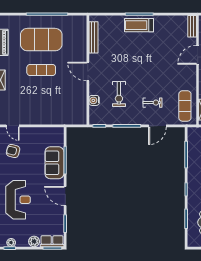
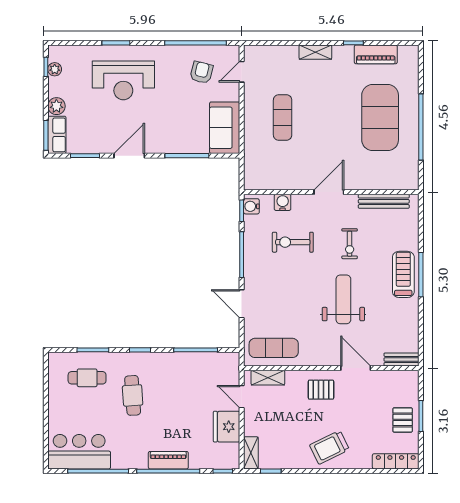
weight bench: (155, 62) -> (343, 299), added
exercise mat: (41, 70) -> (283, 118), moved
exercise bike: (153, 103) -> (350, 244), moved
water cooler: (97, 120) -> (251, 206), added
sofa: (54, 163) -> (225, 128), moved, turned -90

